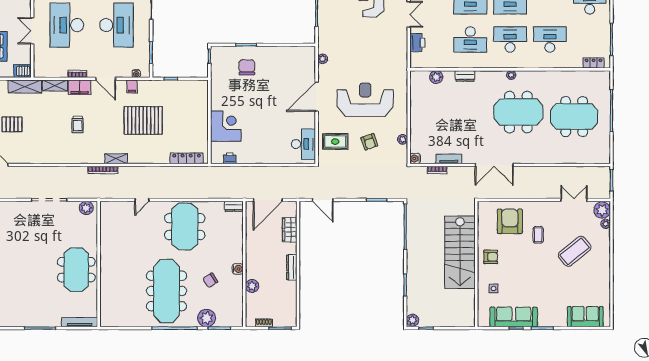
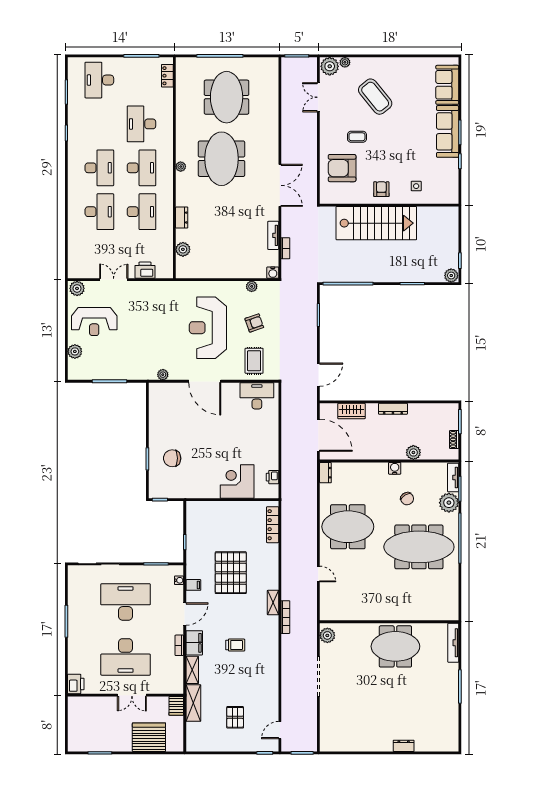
desk: (510, 39) -> (141, 168), turned 180
sofa: (514, 317) -> (448, 131), moved
tv unit: (229, 322) -> (453, 477), added

